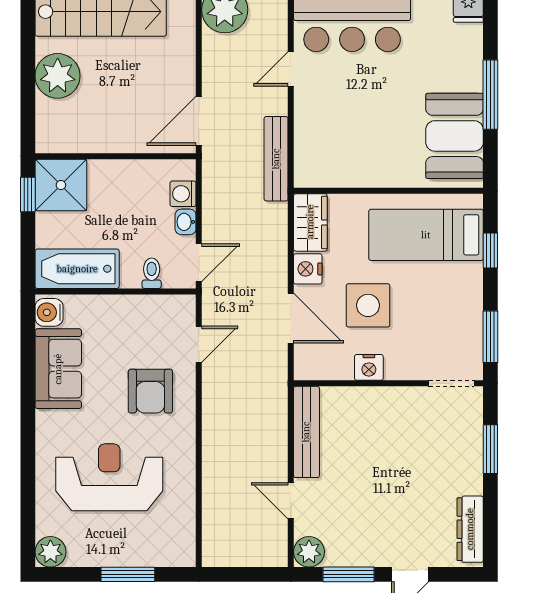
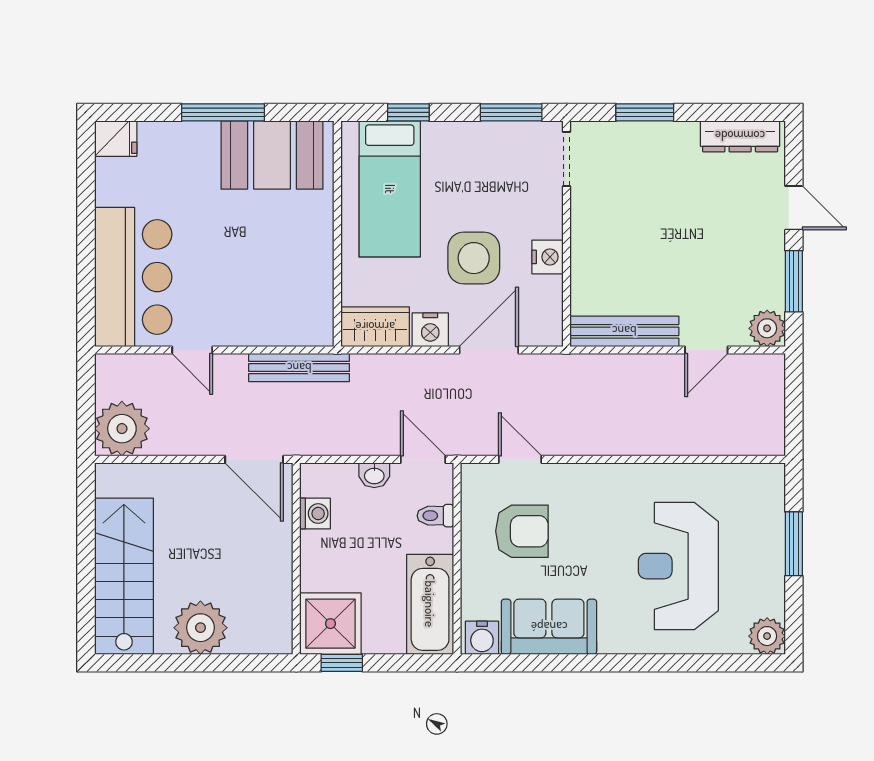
washing machine: (183, 194) -> (315, 514), moved, turned -90
armchair: (150, 391) -> (522, 531), moved

